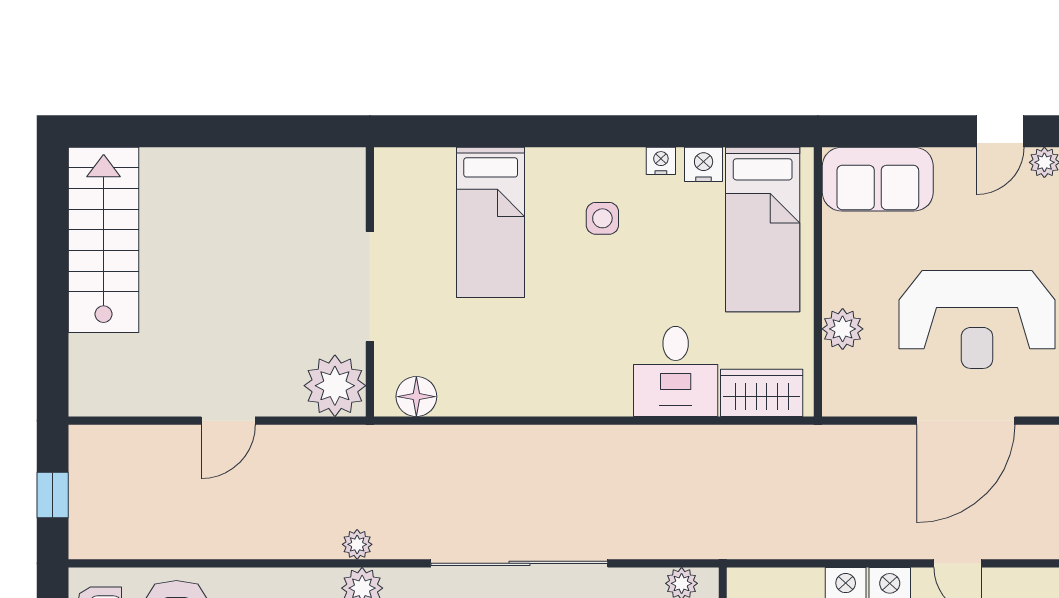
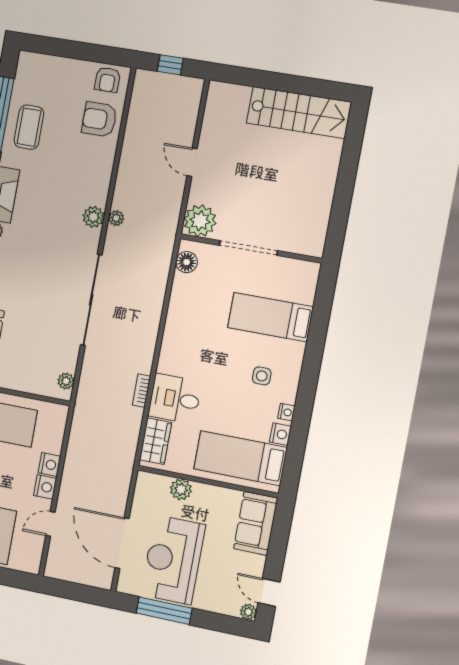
bookcase: (672, 437) -> (141, 391), added

